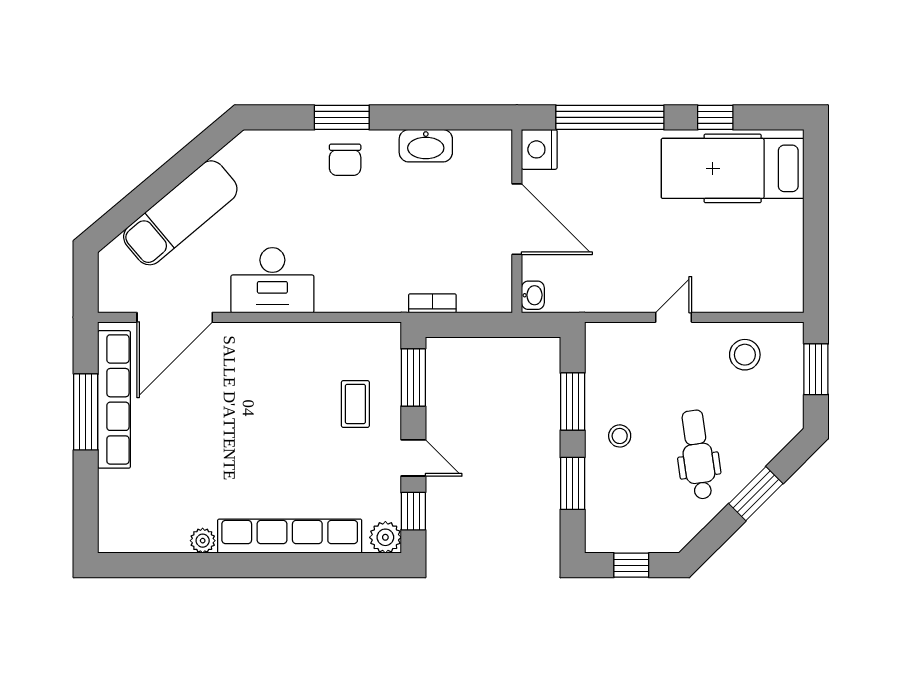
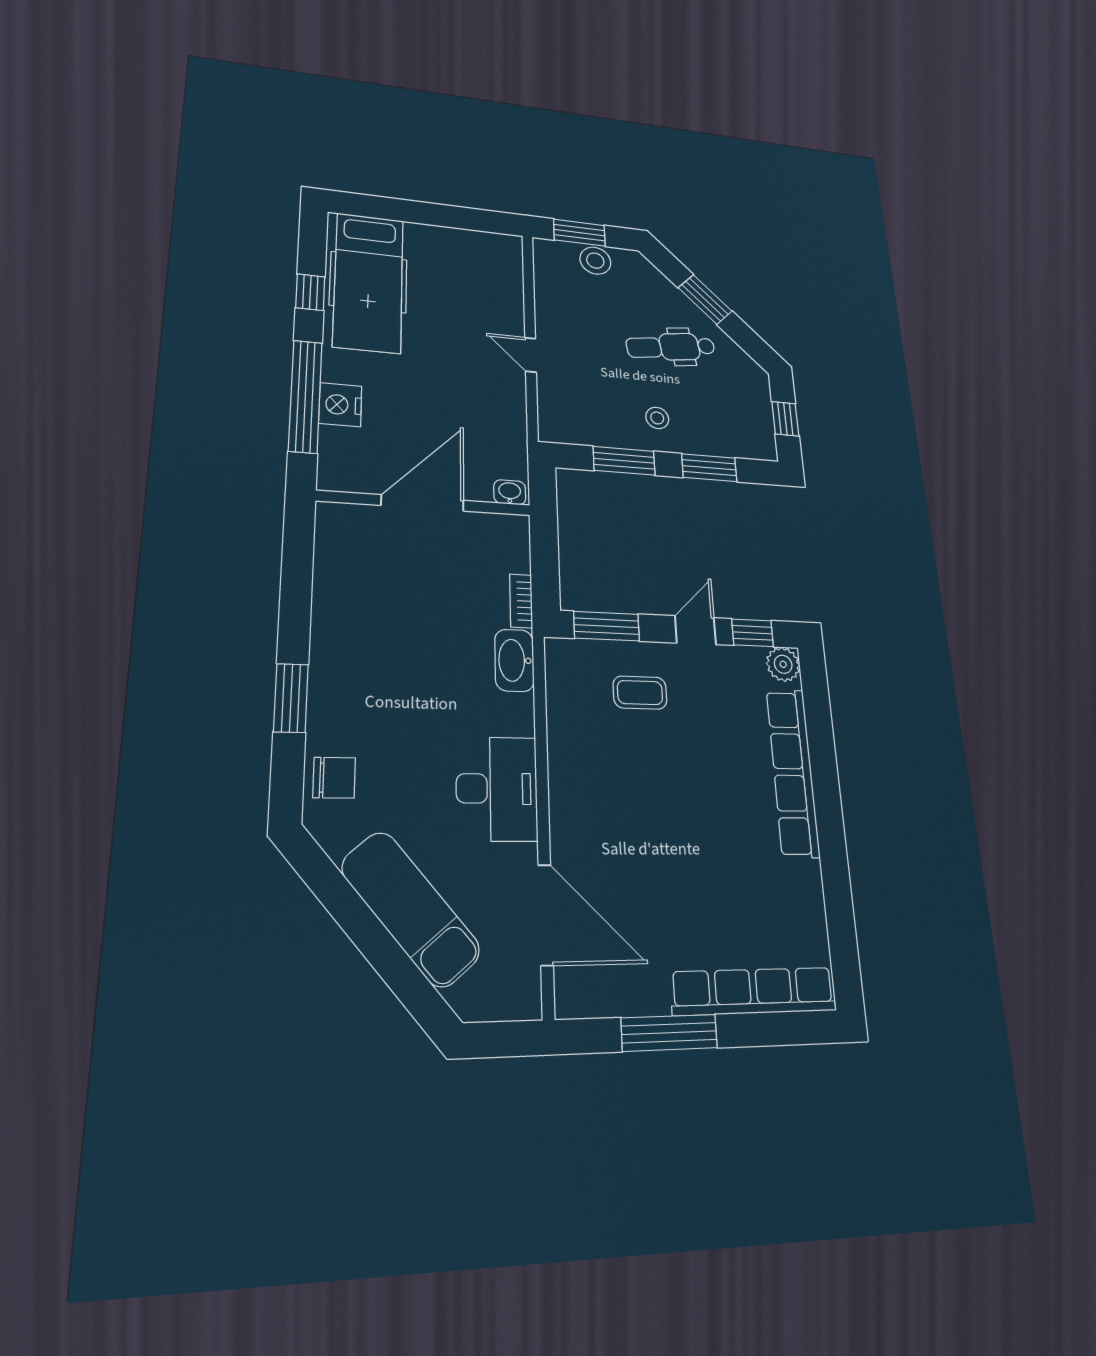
washbasin: (426, 146) -> (514, 660), moved, turned 180
nightstand: (539, 149) -> (340, 405), moved, turned 90
chair: (345, 160) -> (334, 778), moved
stool: (745, 355) -> (595, 261), moved
row of seats: (114, 399) -> (754, 991), moved
plant: (203, 541) -> (808, 876), removed

